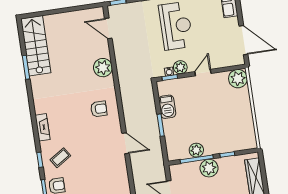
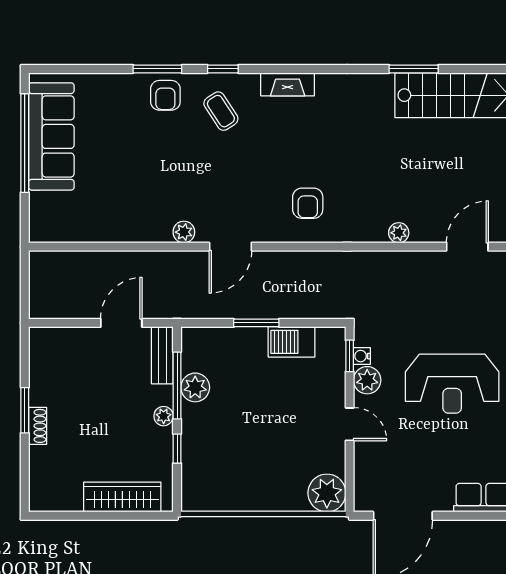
plant: (103, 68) -> (399, 233), width x0.53, depth x0.53
plant: (122, 167) -> (184, 232), added
bench: (183, 168) -> (162, 355), added
plant: (209, 168) -> (164, 416), width x0.53, depth x0.53

